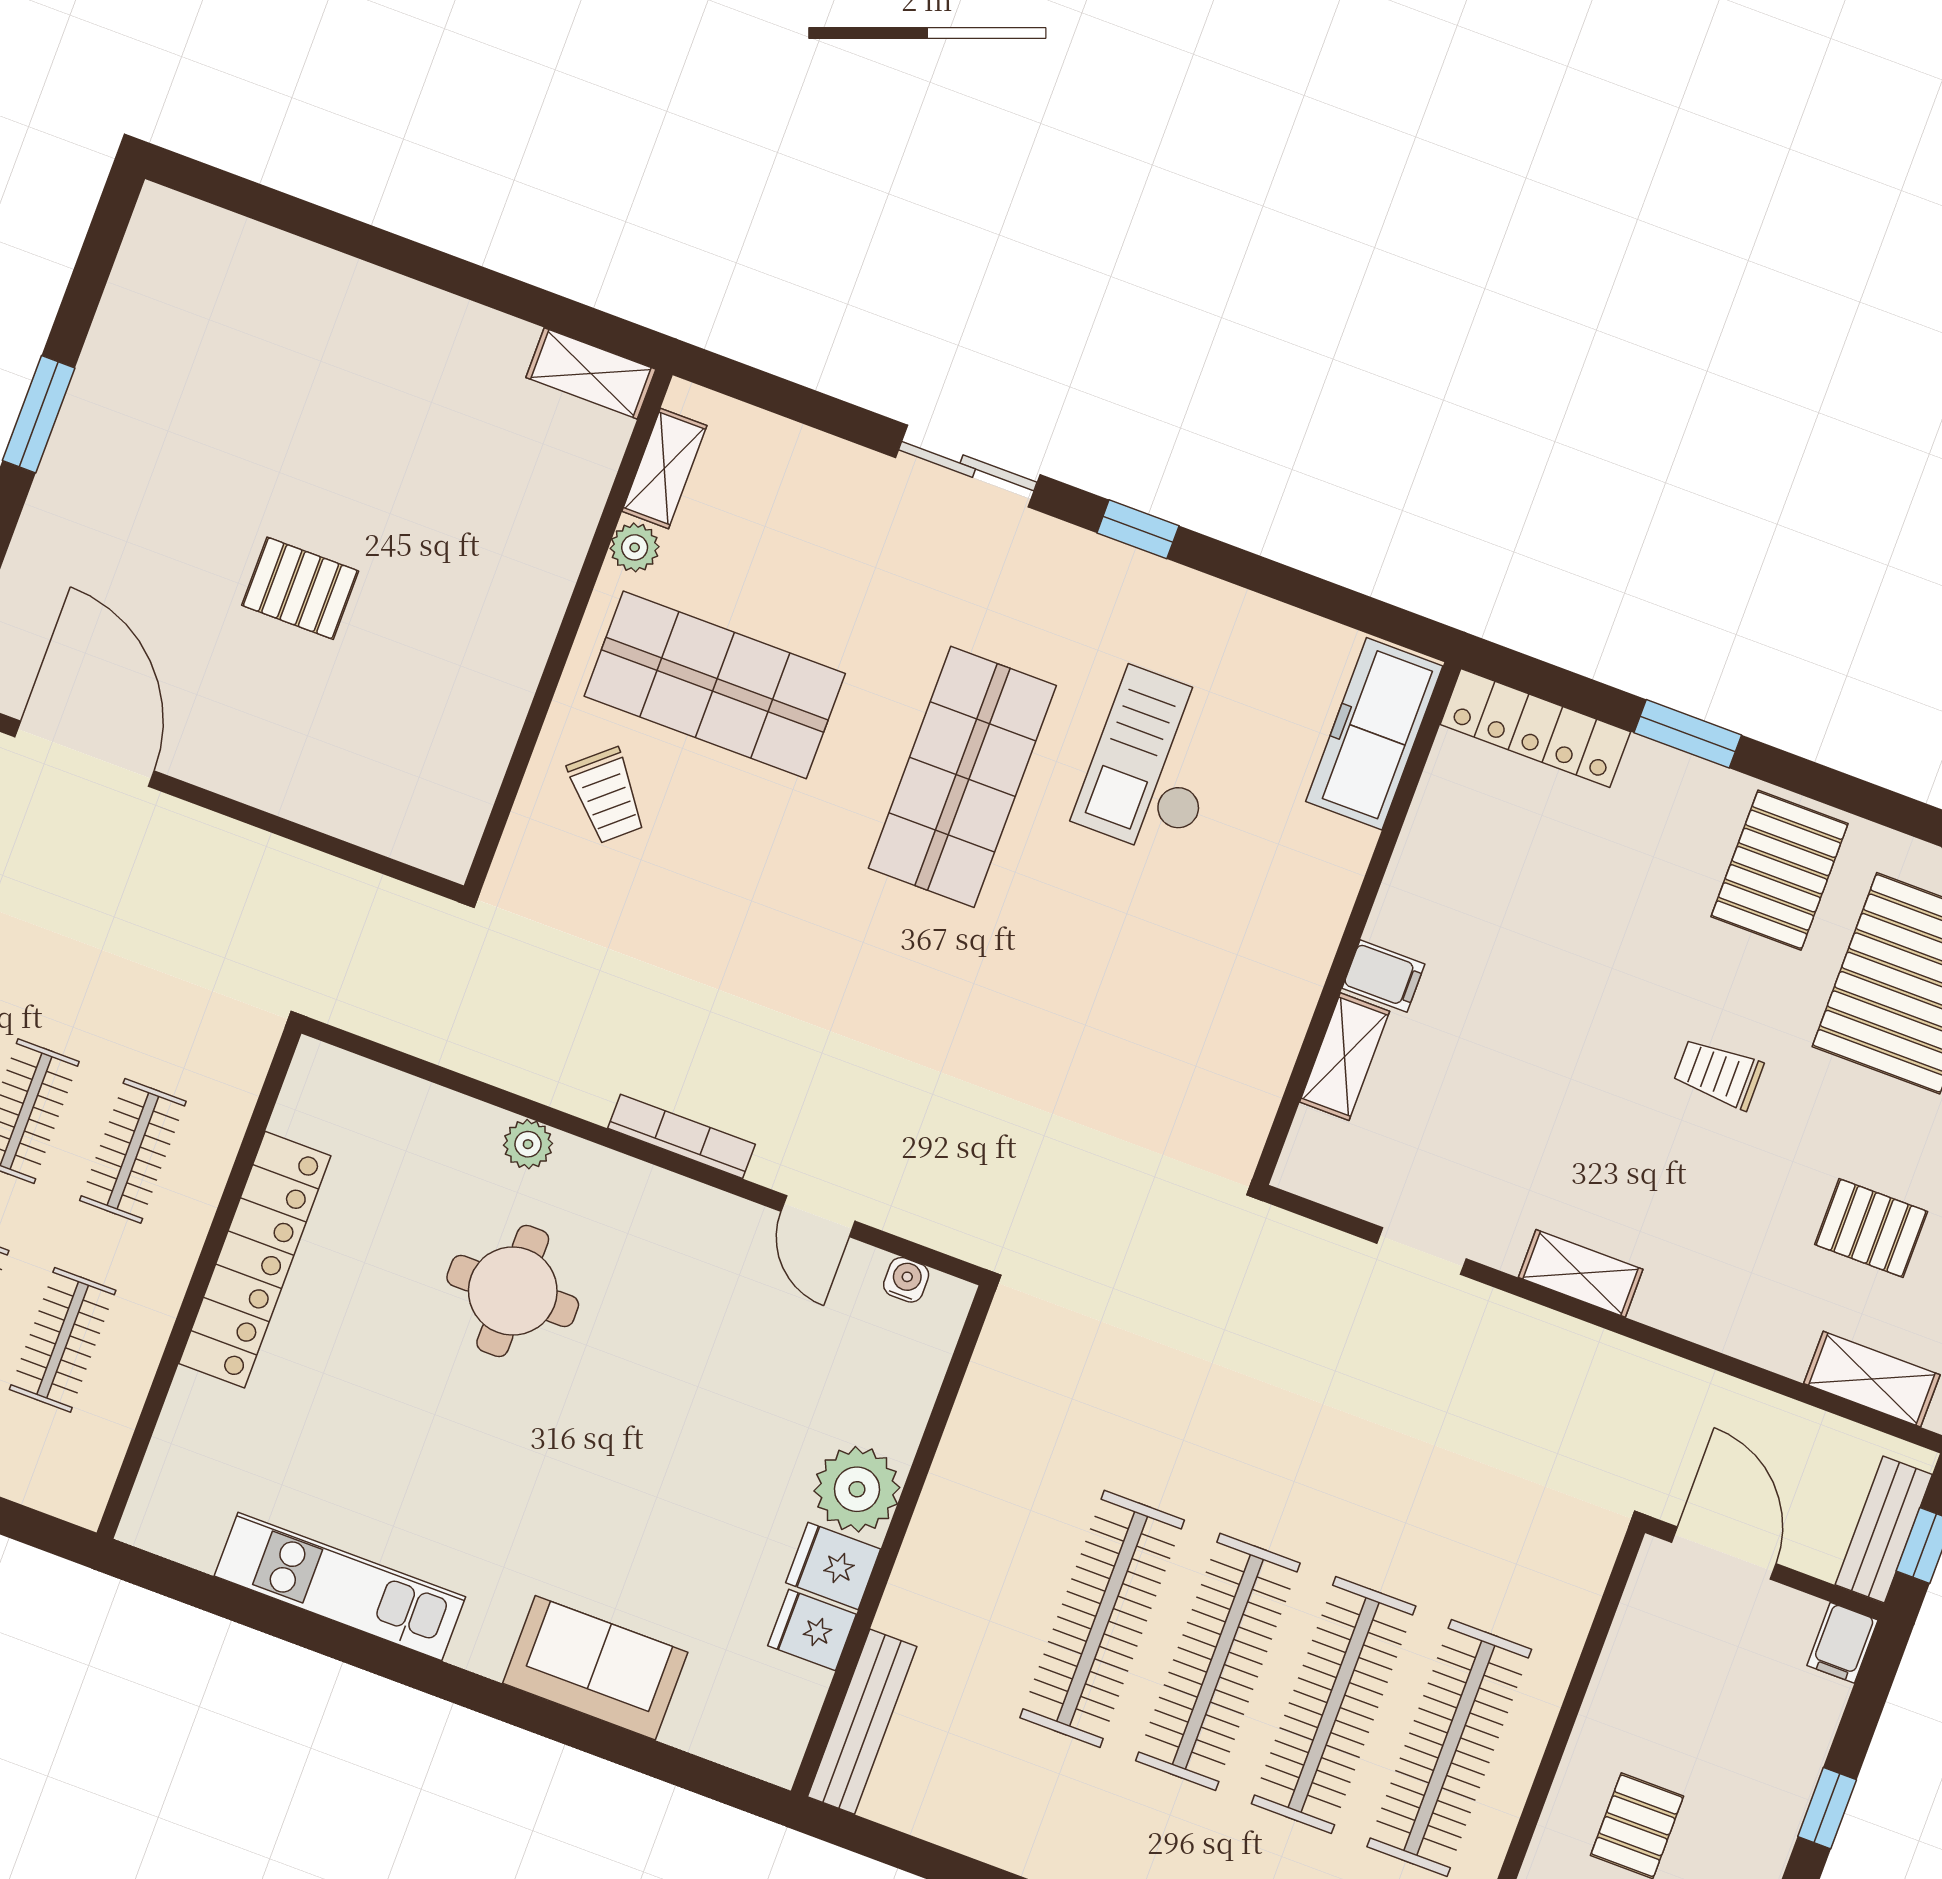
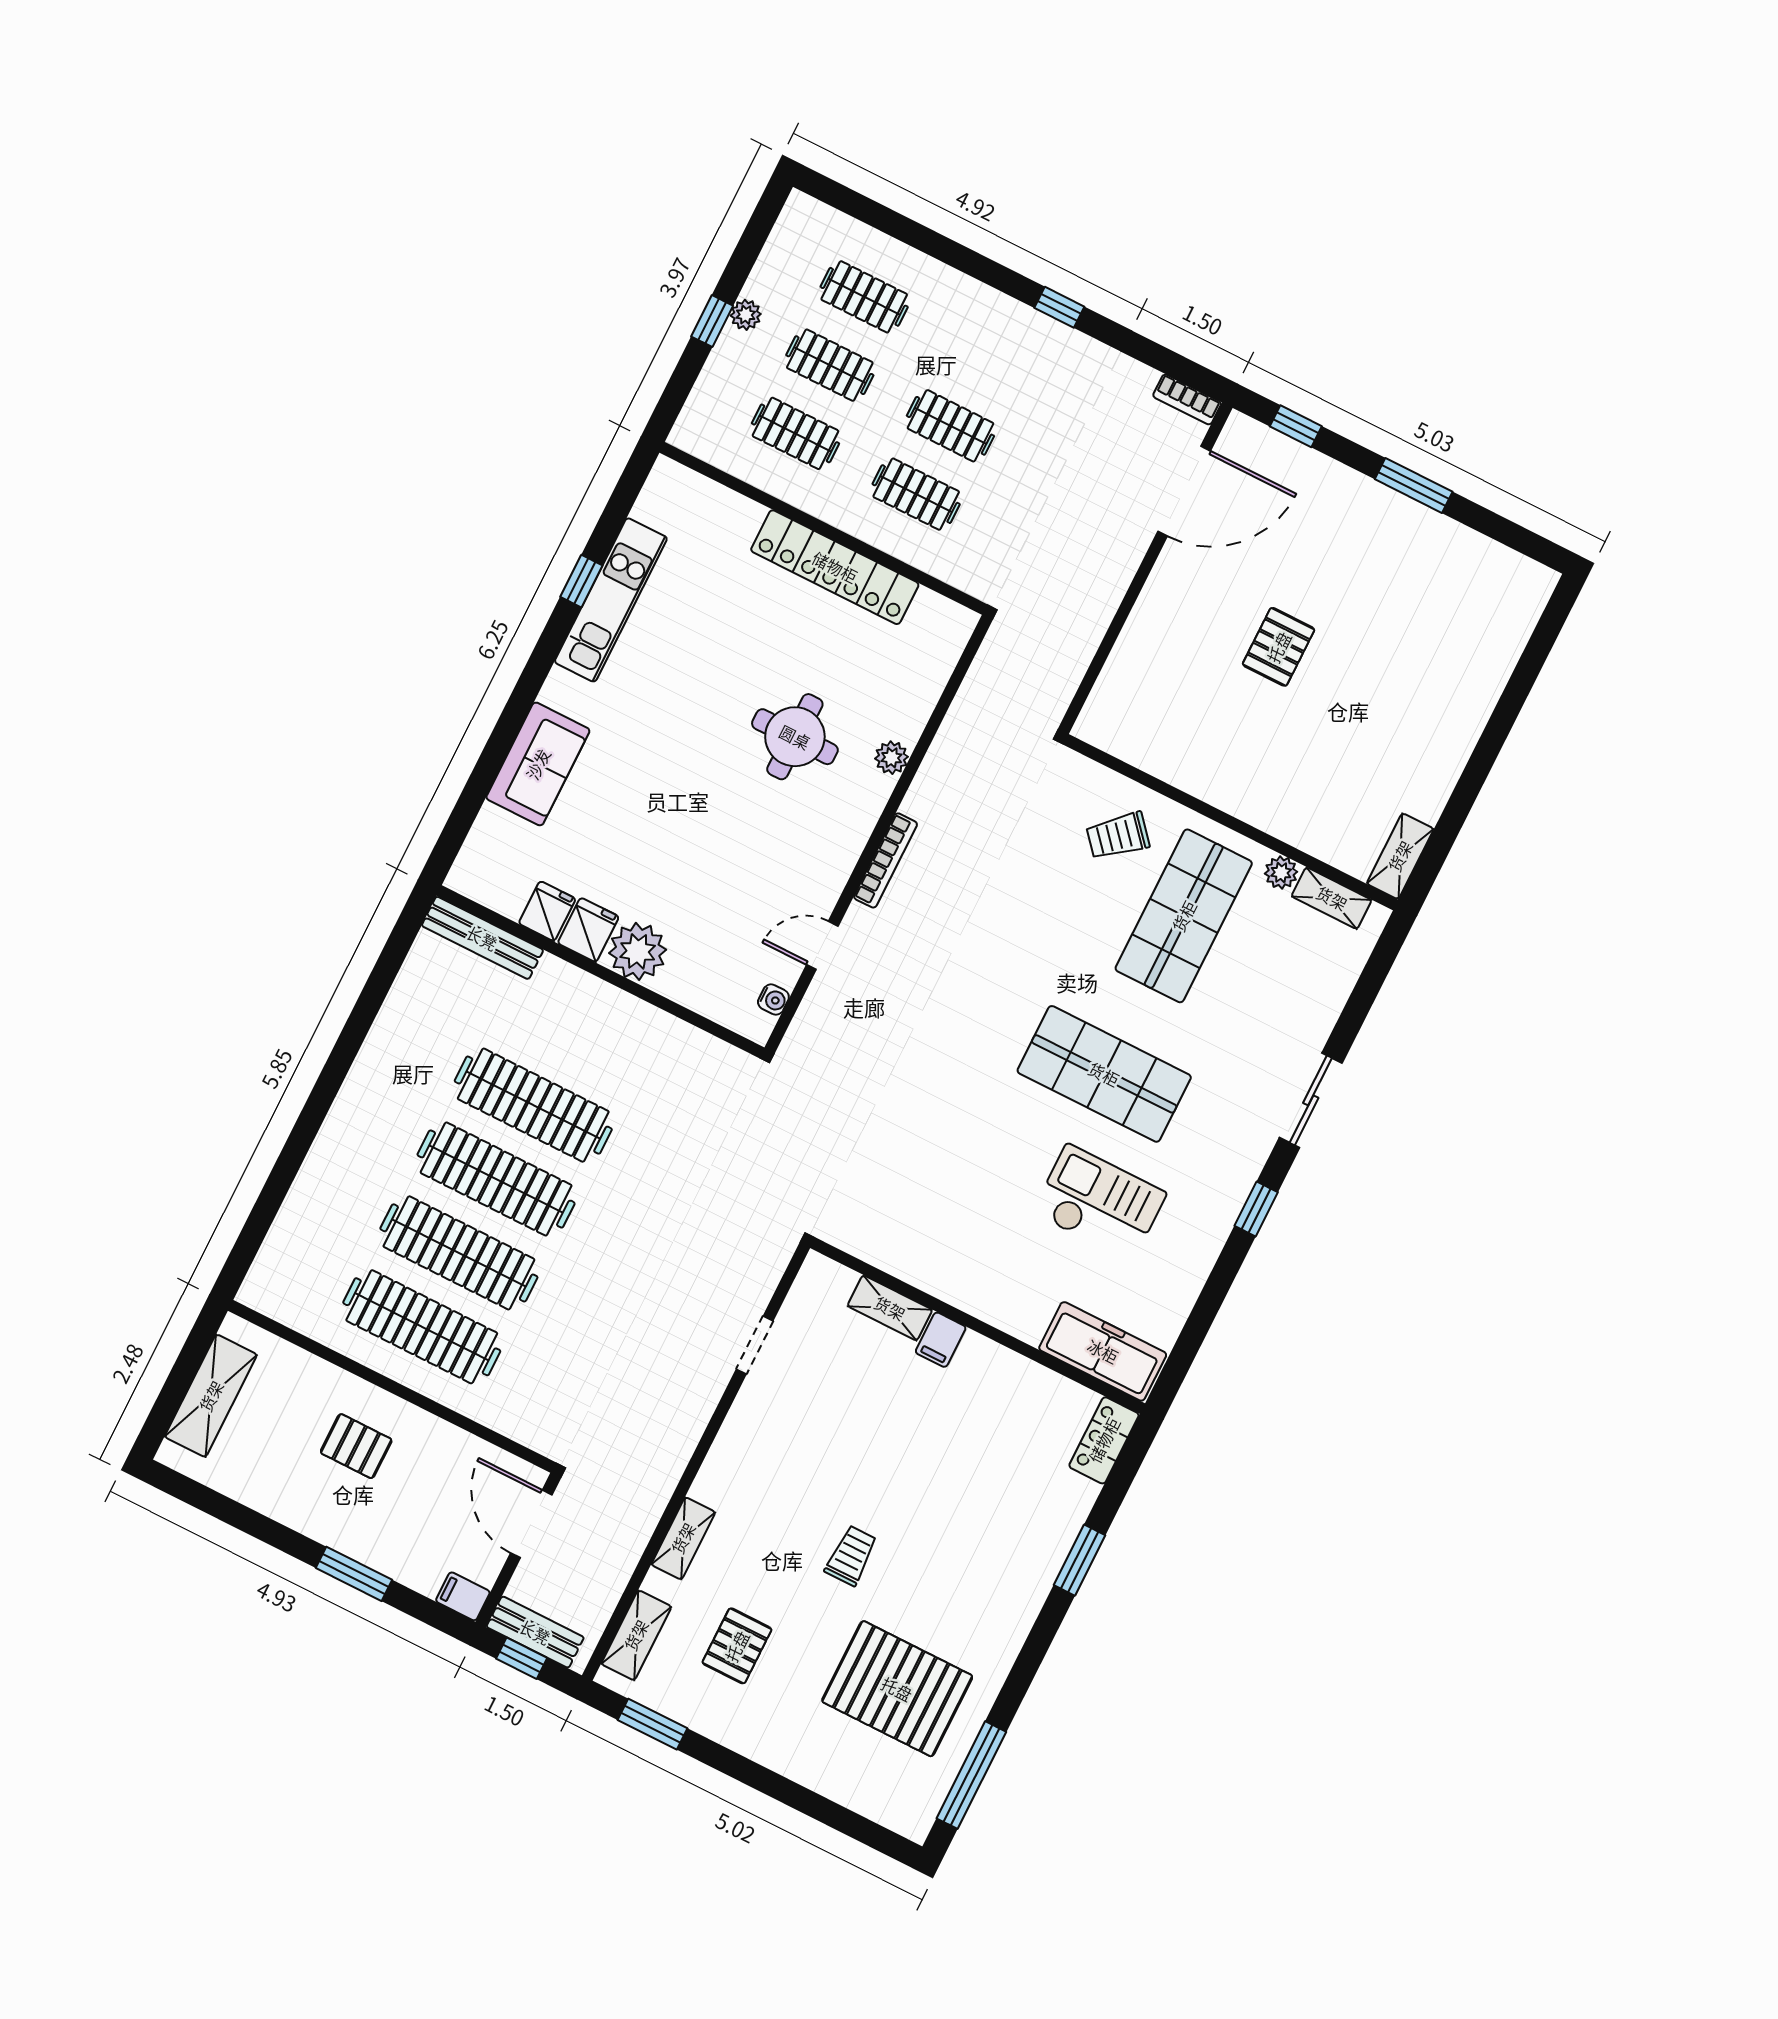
locker: (1535, 728) -> (1104, 1440), width x0.66
pallet: (1780, 870) -> (982, 1611), removed
shelving: (1581, 1273) -> (683, 1538), moved
door: (1724, 1553) -> (531, 1524), swing flipped
window: (317, 1633) -> (581, 581), added
window: (1827, 1808) -> (354, 1574), width x1.50

